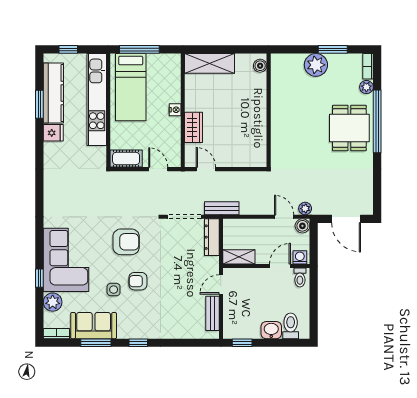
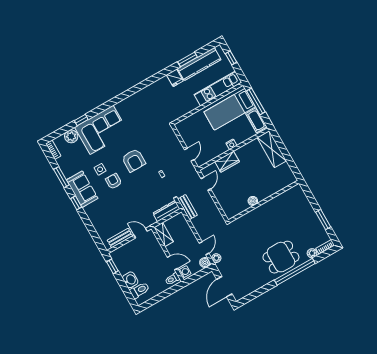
plant: (316, 65) -> (308, 215), removed
boiler: (260, 66) -> (253, 201), moved
kitchen unit: (97, 100) -> (218, 88), width x0.73
cot: (126, 158) -> (256, 120), moved
sofa: (94, 326) -> (82, 189), moved

